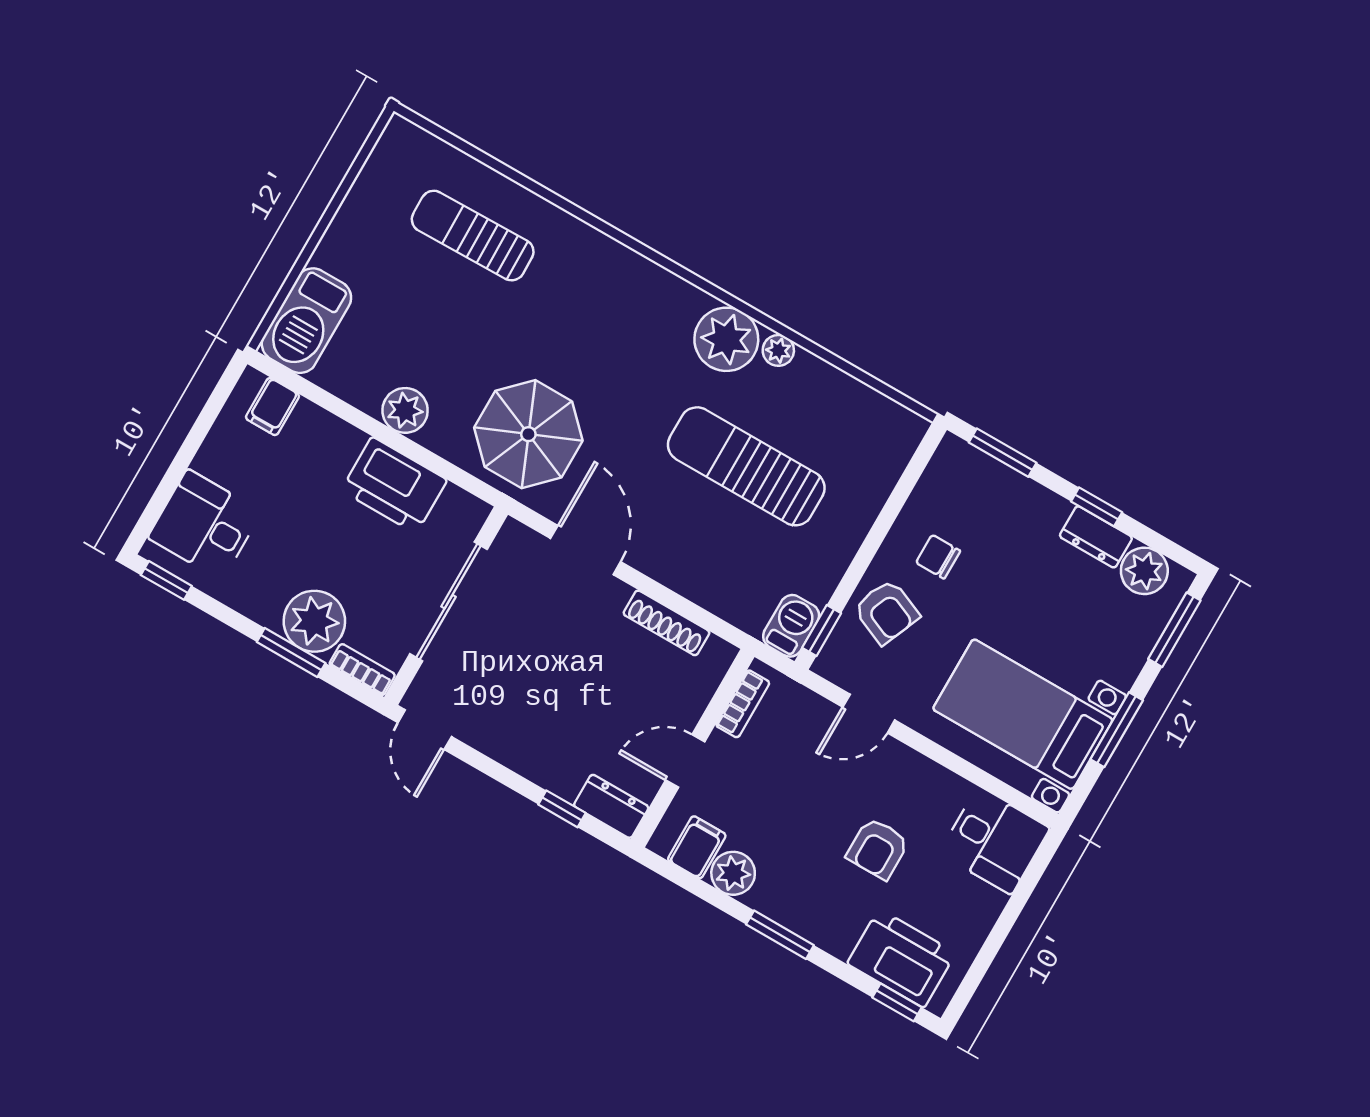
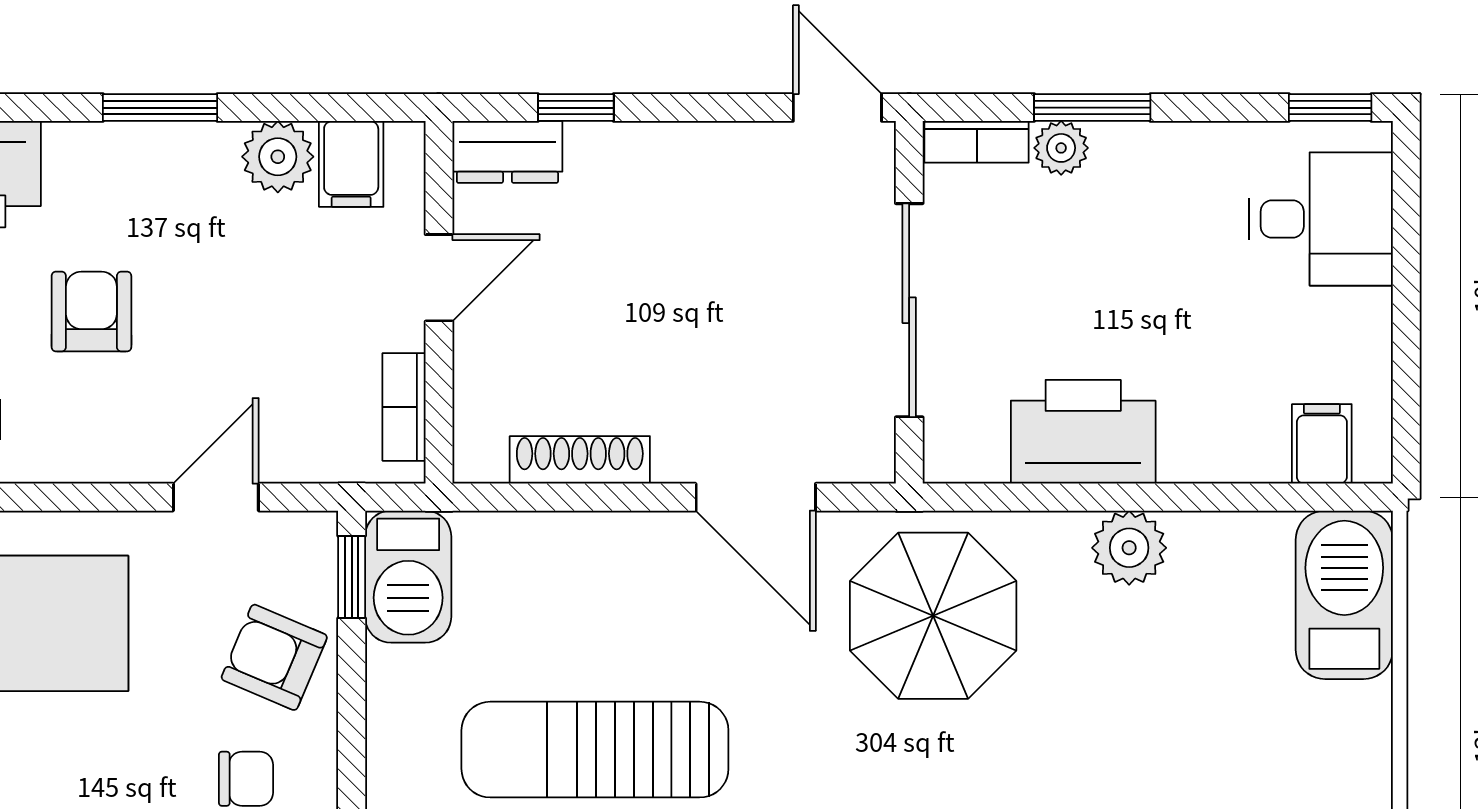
sun lounger: (746, 466) -> (595, 750), turned 180
plant: (314, 621) -> (1061, 148), width x0.53, depth x0.53
barbecue: (791, 626) -> (408, 577), width x1.38, depth x1.27

